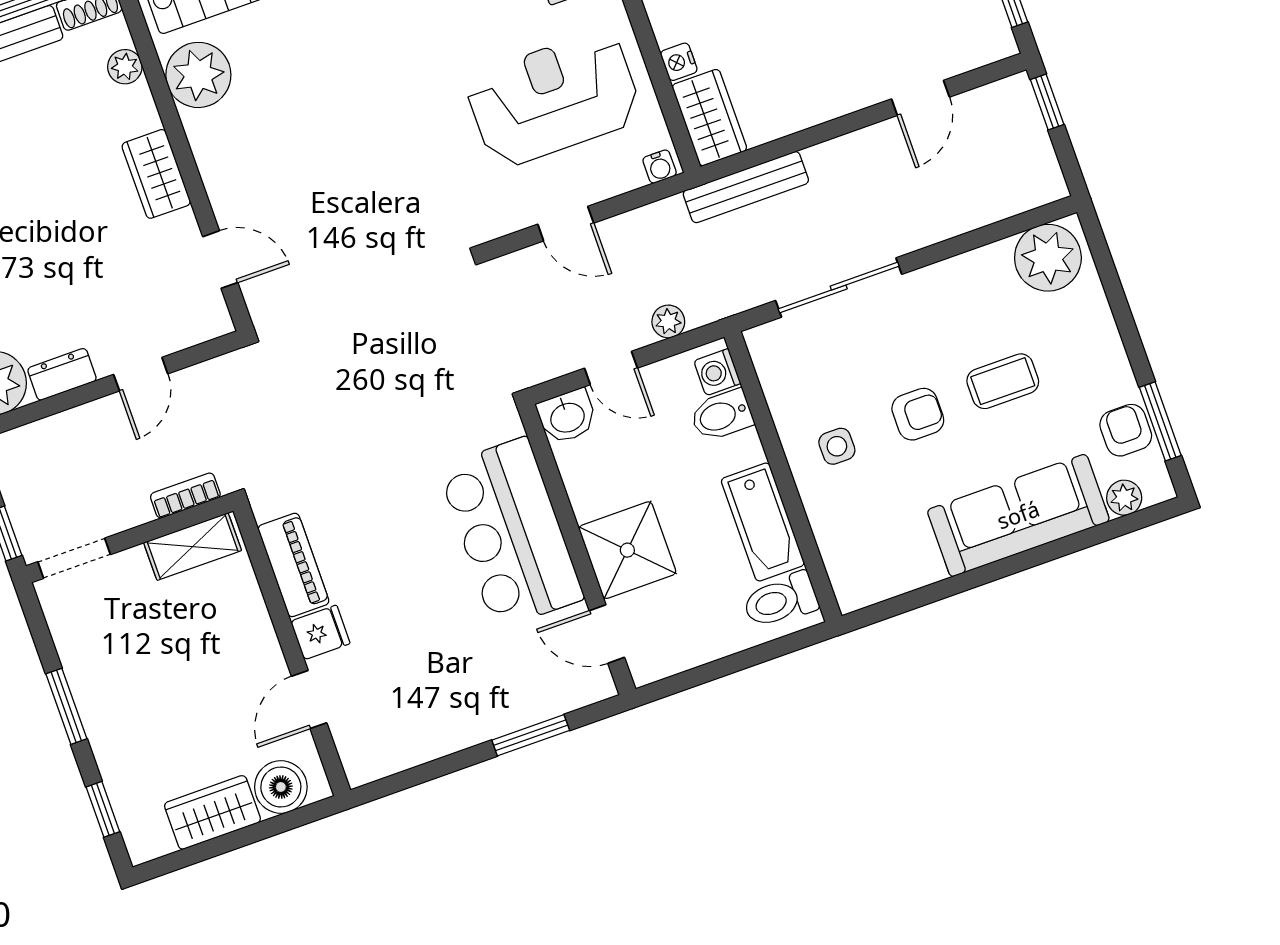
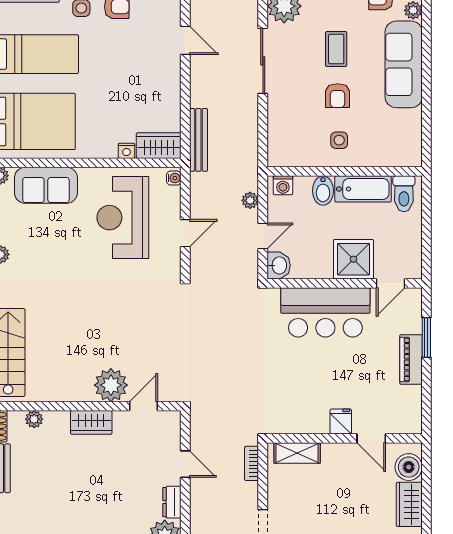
plant: (198, 75) -> (111, 385), moved
sliding door: (839, 287) -> (263, 61), moved
armchair: (918, 414) -> (338, 96), turned 180
bidet: (722, 415) -> (323, 191), moved
shelving: (193, 547) -> (297, 453), moved, turned 90
piano: (293, 565) -> (411, 359), moved, turned -90

